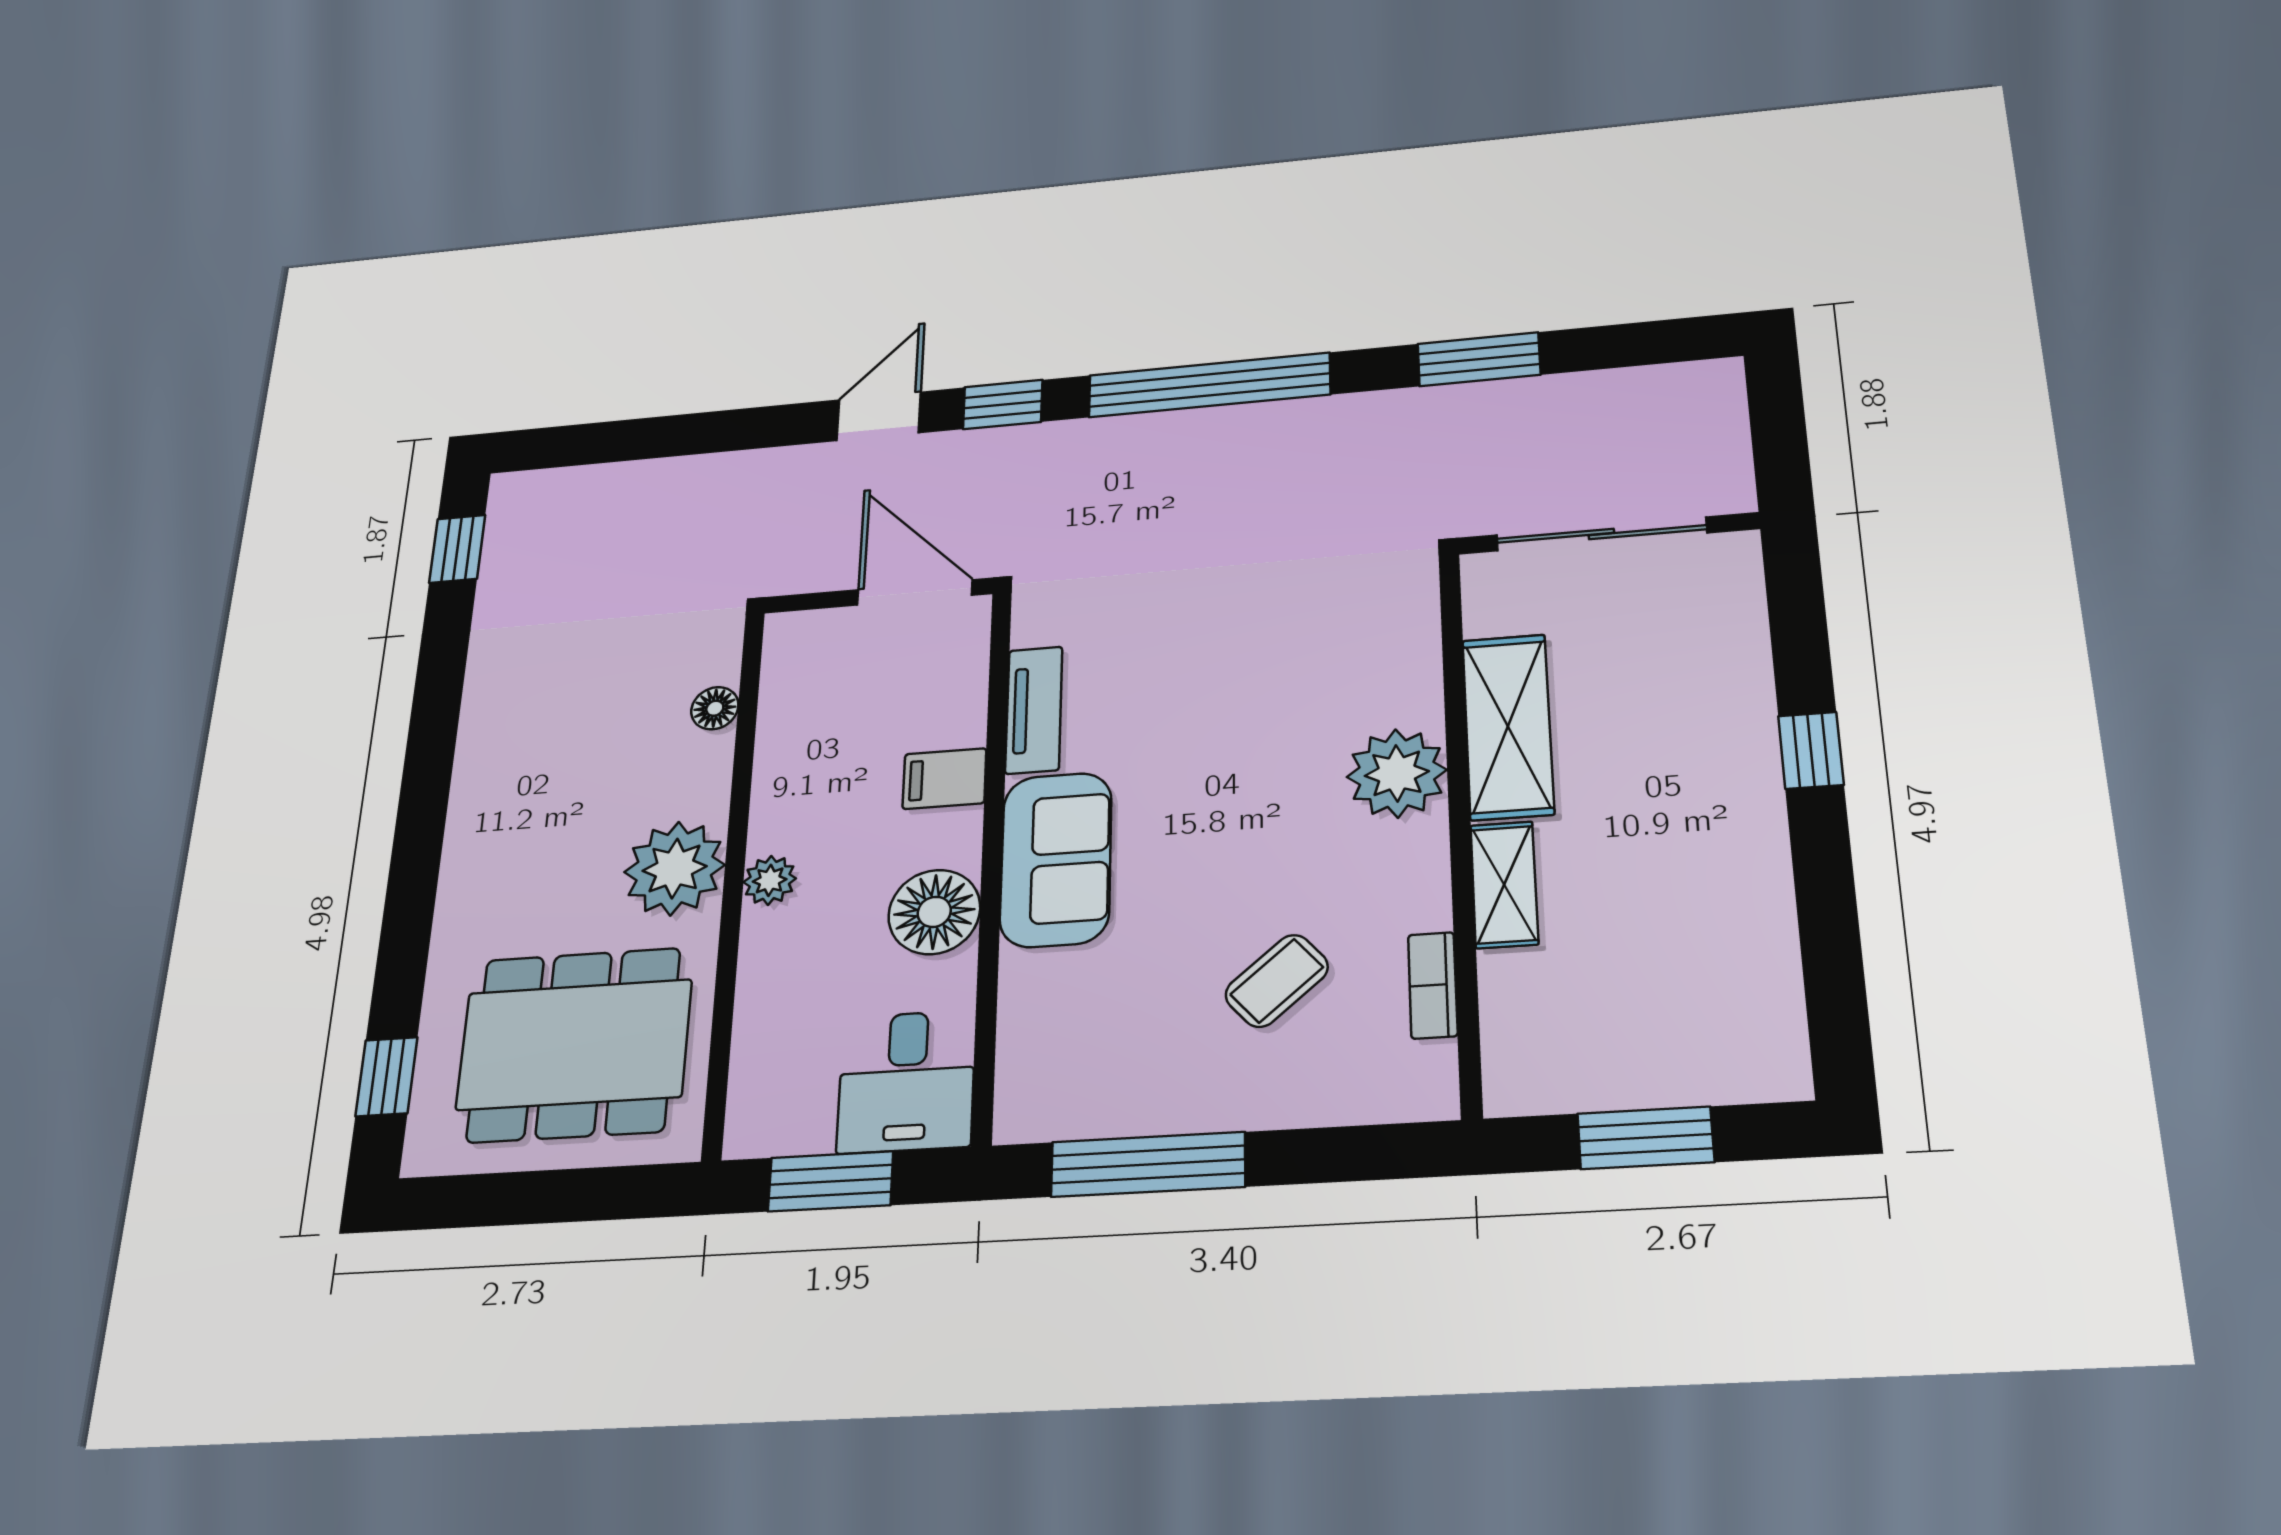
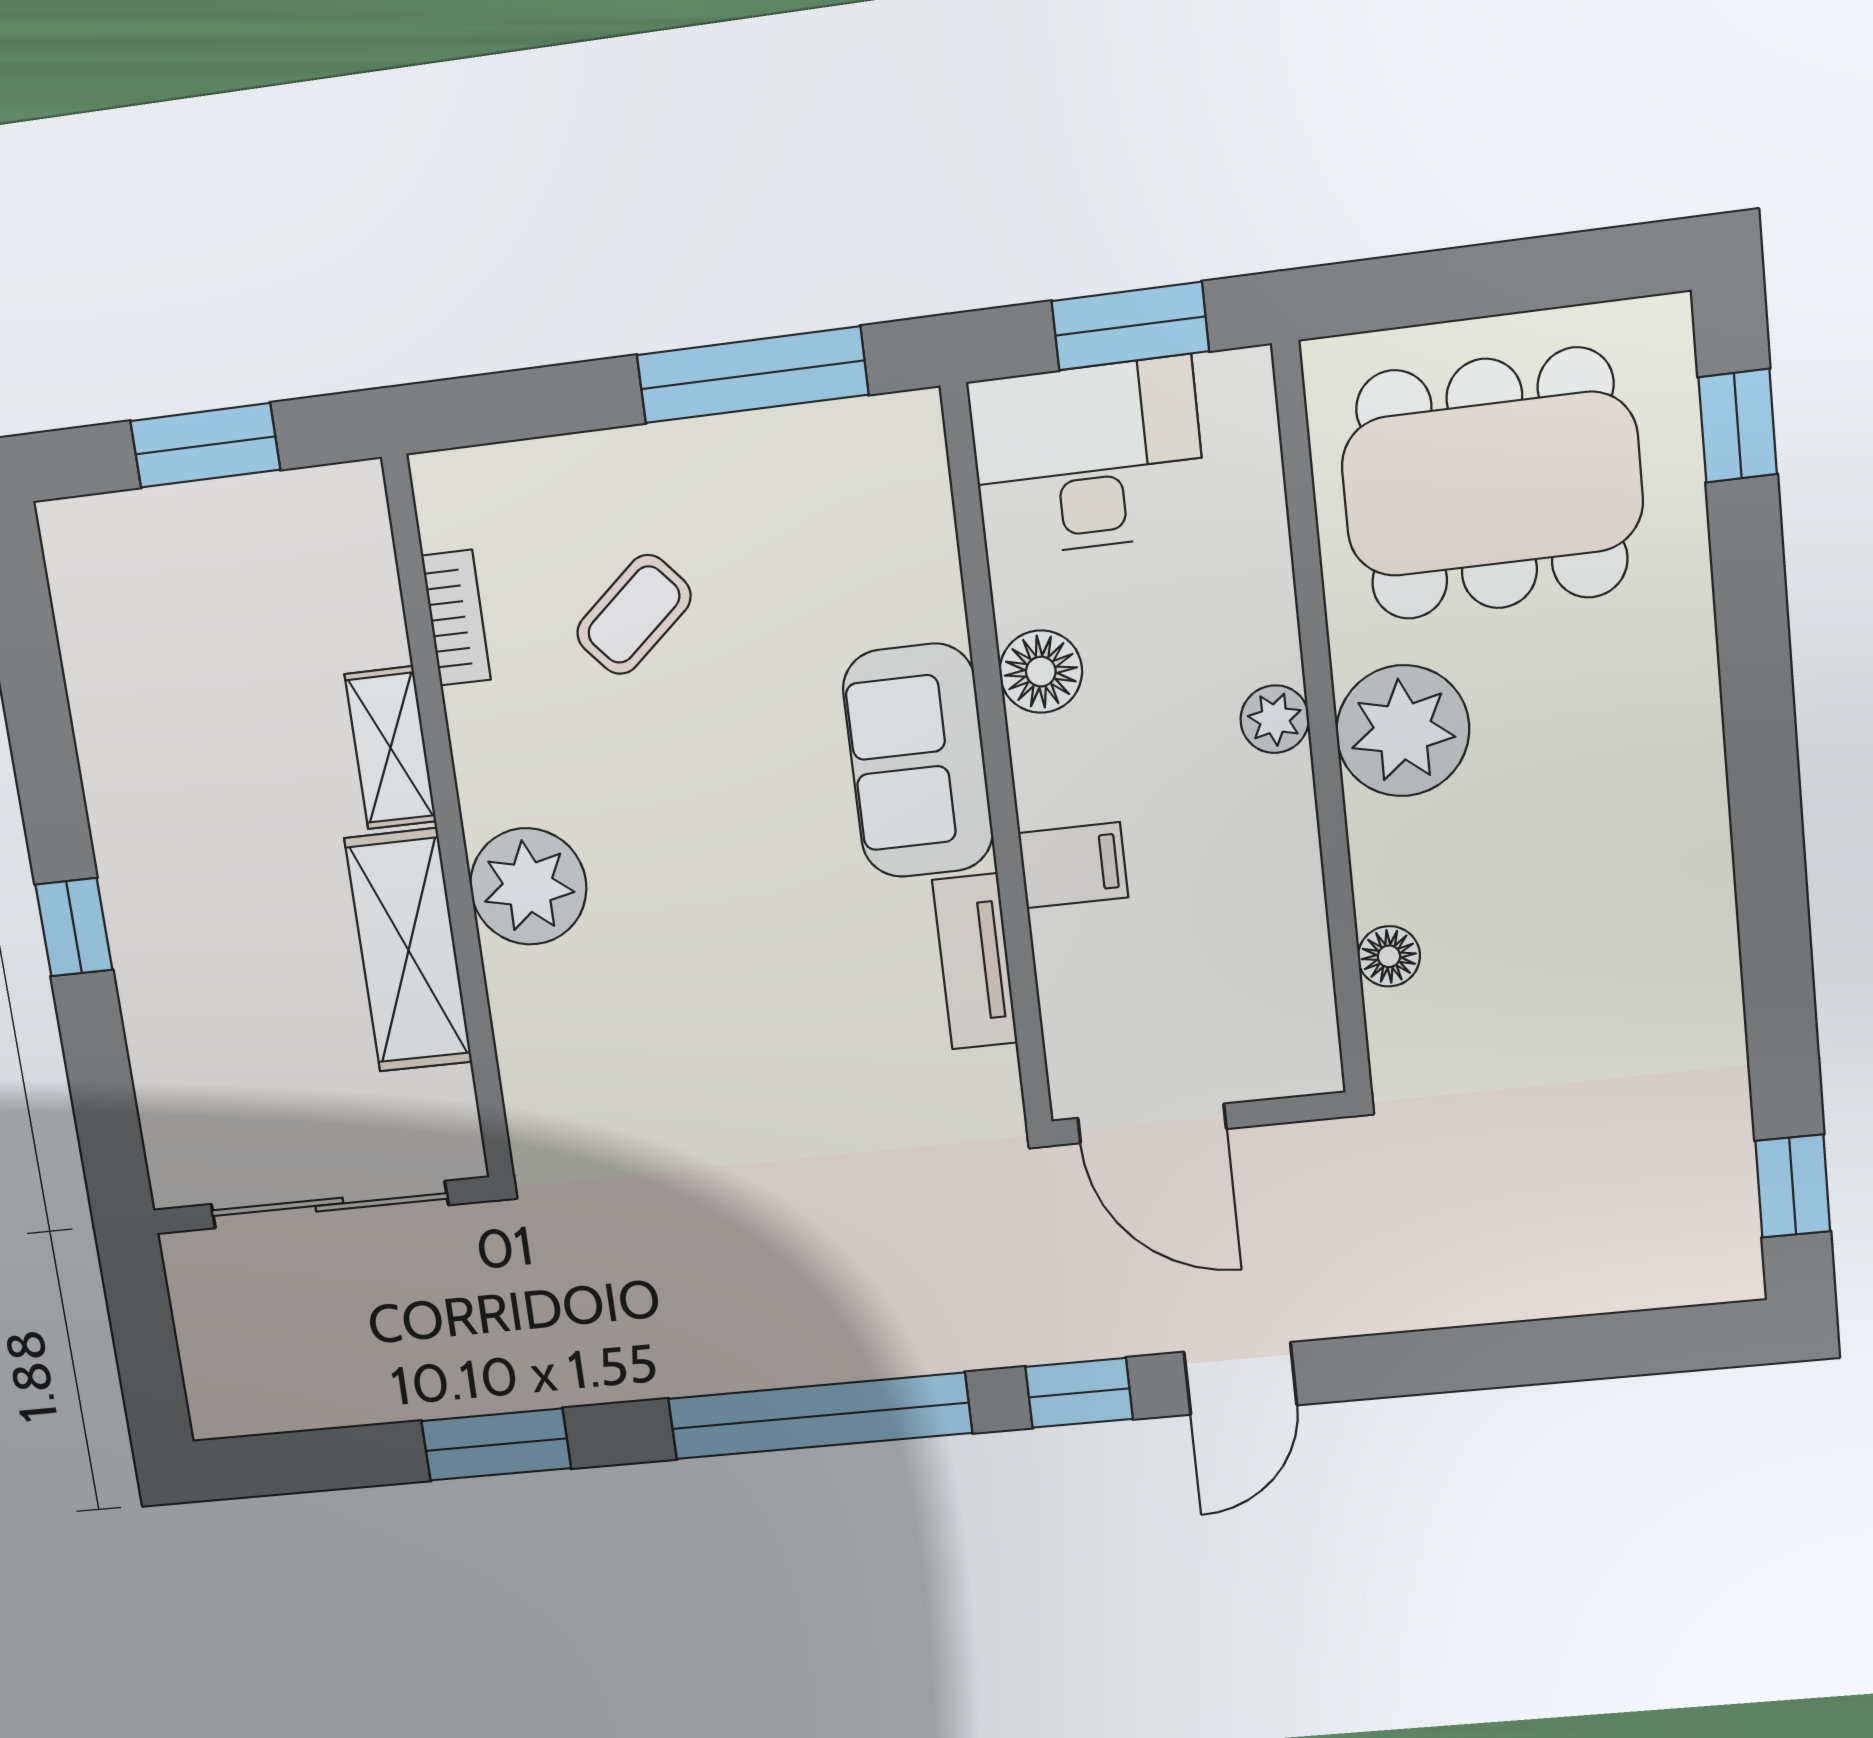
floor lamp: (934, 912) -> (1041, 672), width x0.73, depth x0.73
desk: (906, 1081) -> (1088, 457), width x1.37

